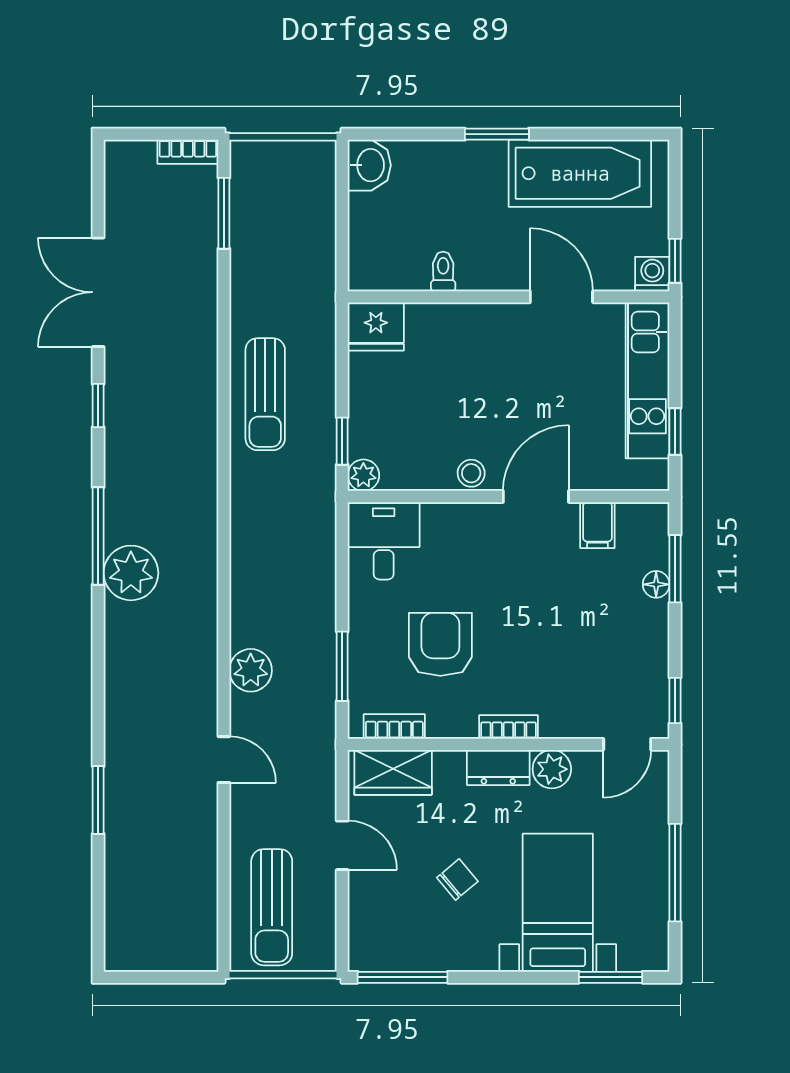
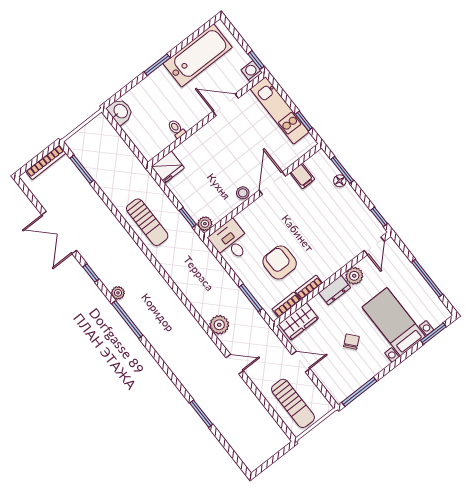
bookcase: (188, 152) -> (46, 162), width x1.56
plant: (131, 573) -> (118, 293), moved, width x0.53, depth x0.53
bookcase: (508, 727) -> (309, 287), moved

